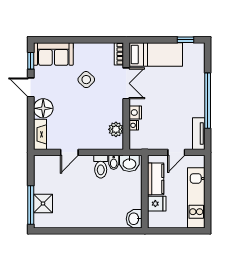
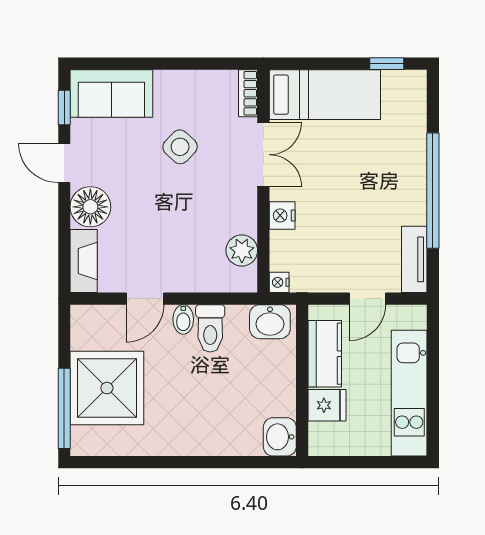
nightstand: (134, 125) -> (279, 282), moved
bidet: (114, 162) -> (183, 319), moved
shower: (43, 204) -> (107, 388), width x1.86, depth x1.86

